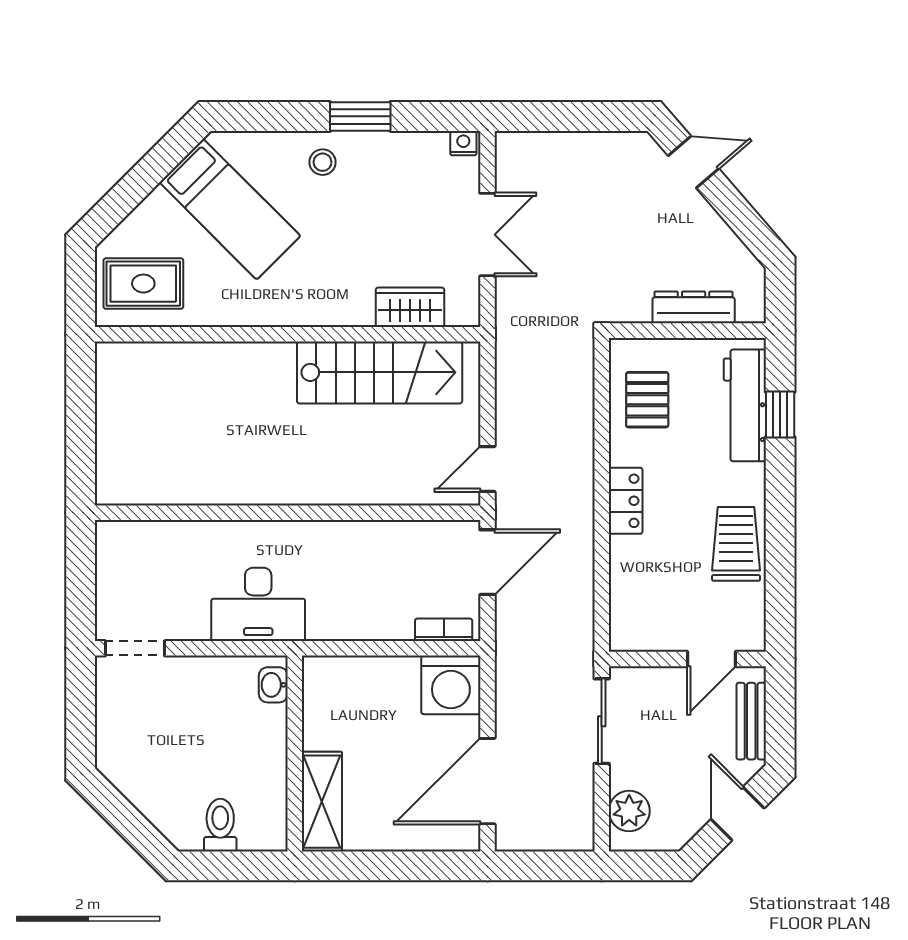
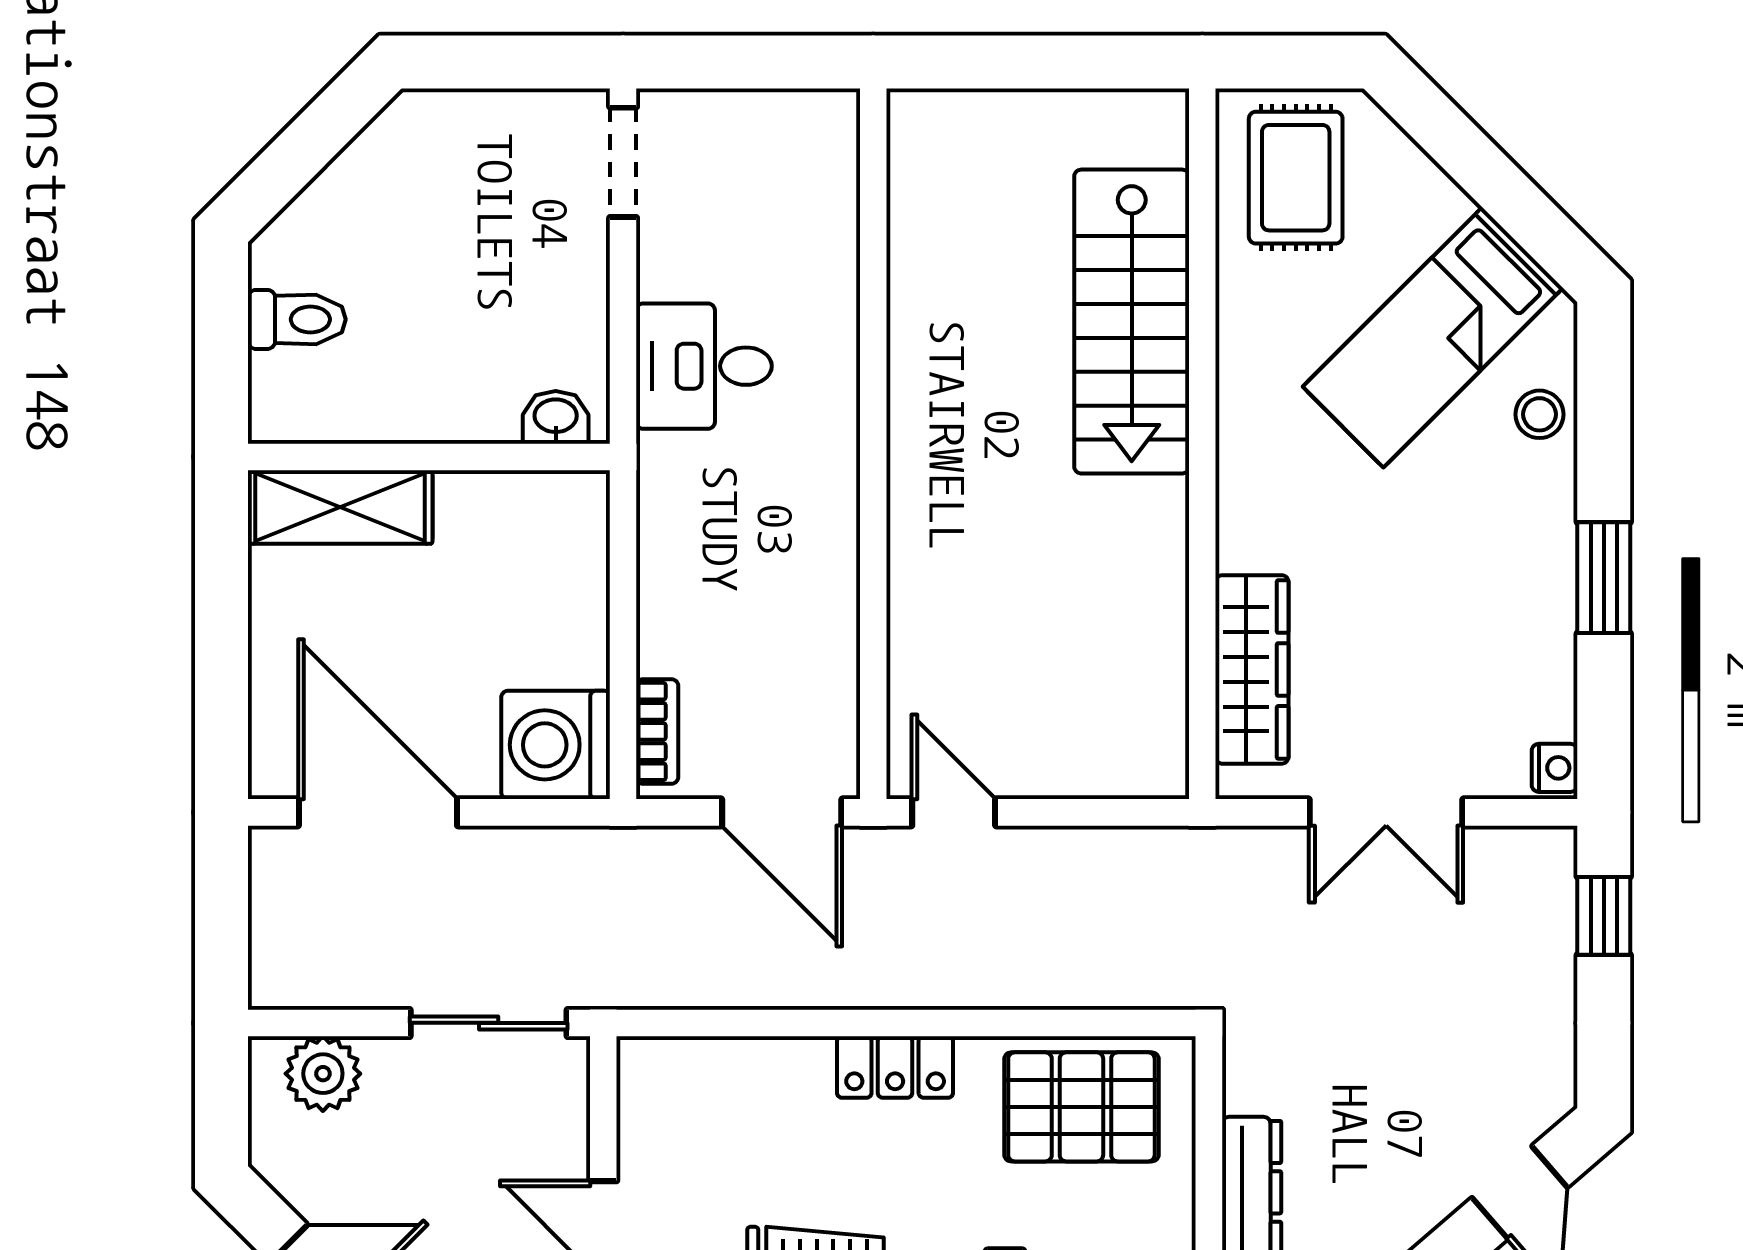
window: (544, 116) -> (1604, 916), added
stool: (323, 162) -> (1539, 414), moved
wardrobe: (410, 307) -> (1252, 669), width x1.50
stairs: (380, 372) -> (1132, 322), moved
pallet: (647, 400) -> (1081, 1107), width x1.50, depth x1.42
desk: (258, 604) -> (704, 366), width x0.73

